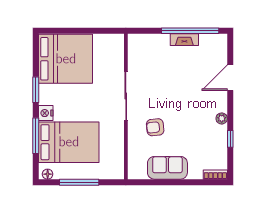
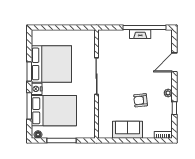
bed: (66, 59) -> (51, 64), moved
armchair: (155, 127) -> (141, 100), moved

